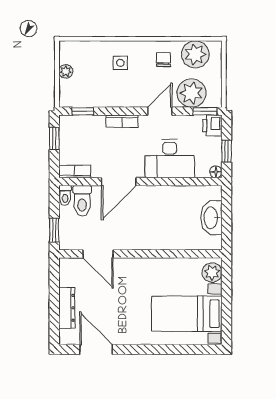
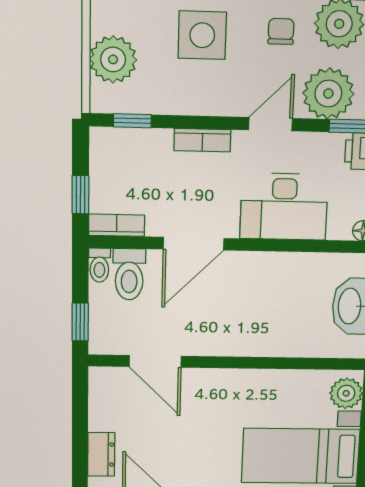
side table: (120, 63) -> (202, 35), width x1.87, depth x1.87
plant: (66, 71) -> (113, 59), width x1.88, depth x1.88
window: (54, 138) -> (80, 195), moved
dresser: (67, 308) -> (101, 454), width x0.70

